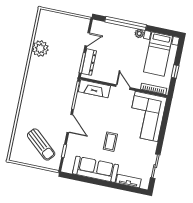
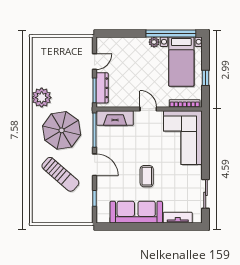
window: (126, 23) -> (171, 34), moved
plant: (40, 48) -> (42, 98), moved
parasol: (49, 90) -> (62, 130), added
sun lounger: (41, 144) -> (60, 174), moved

